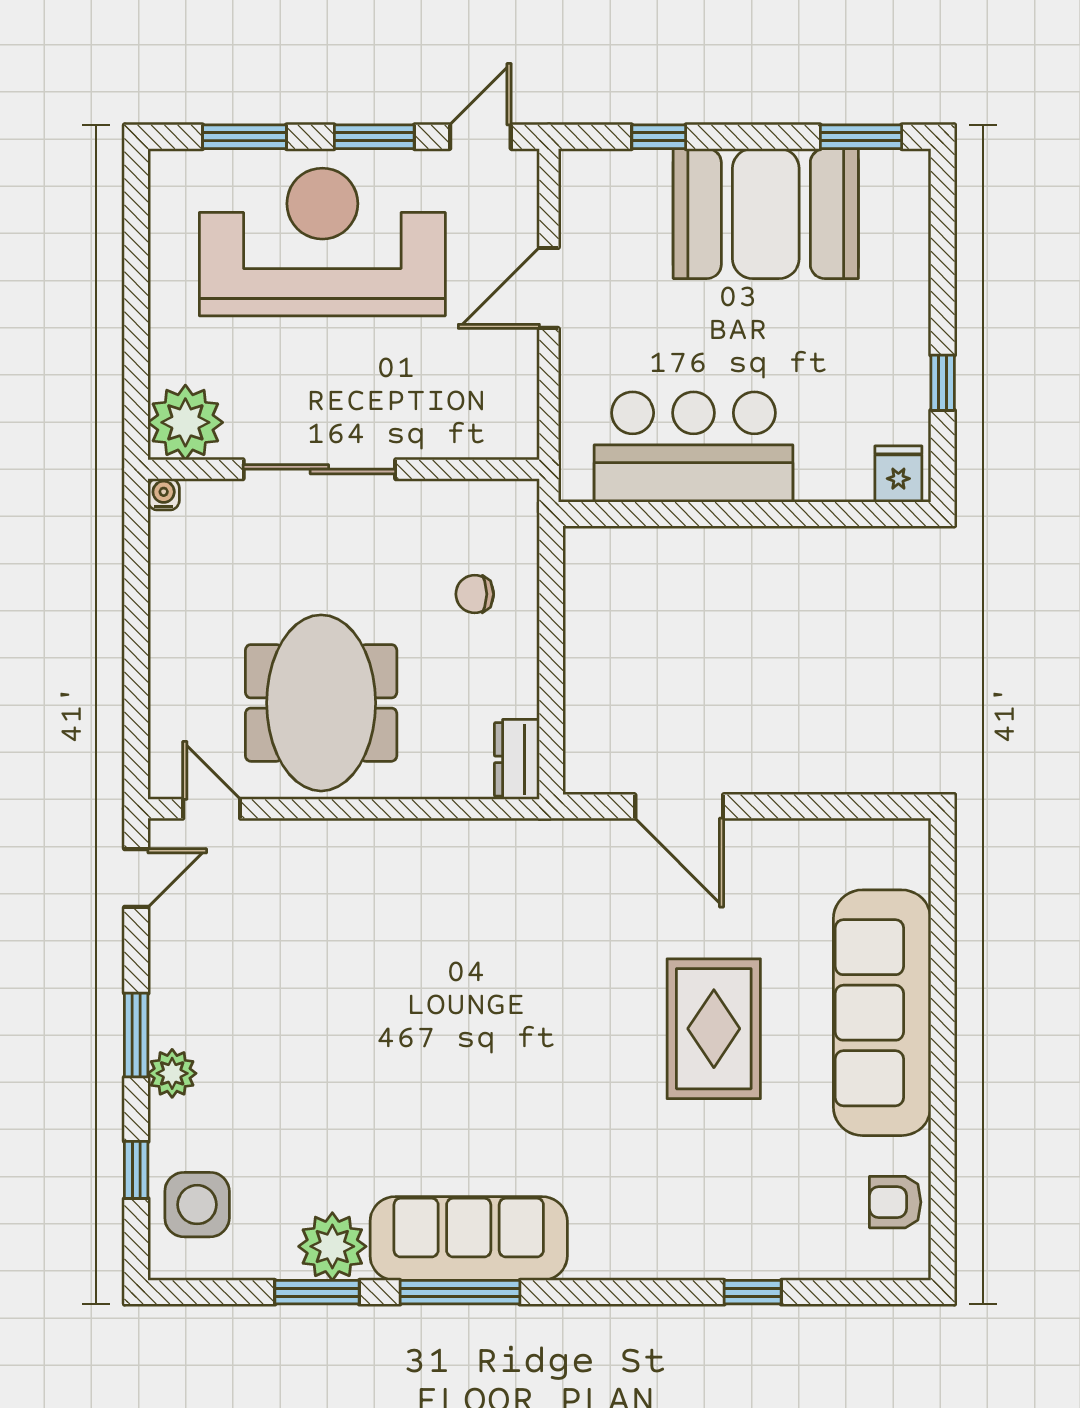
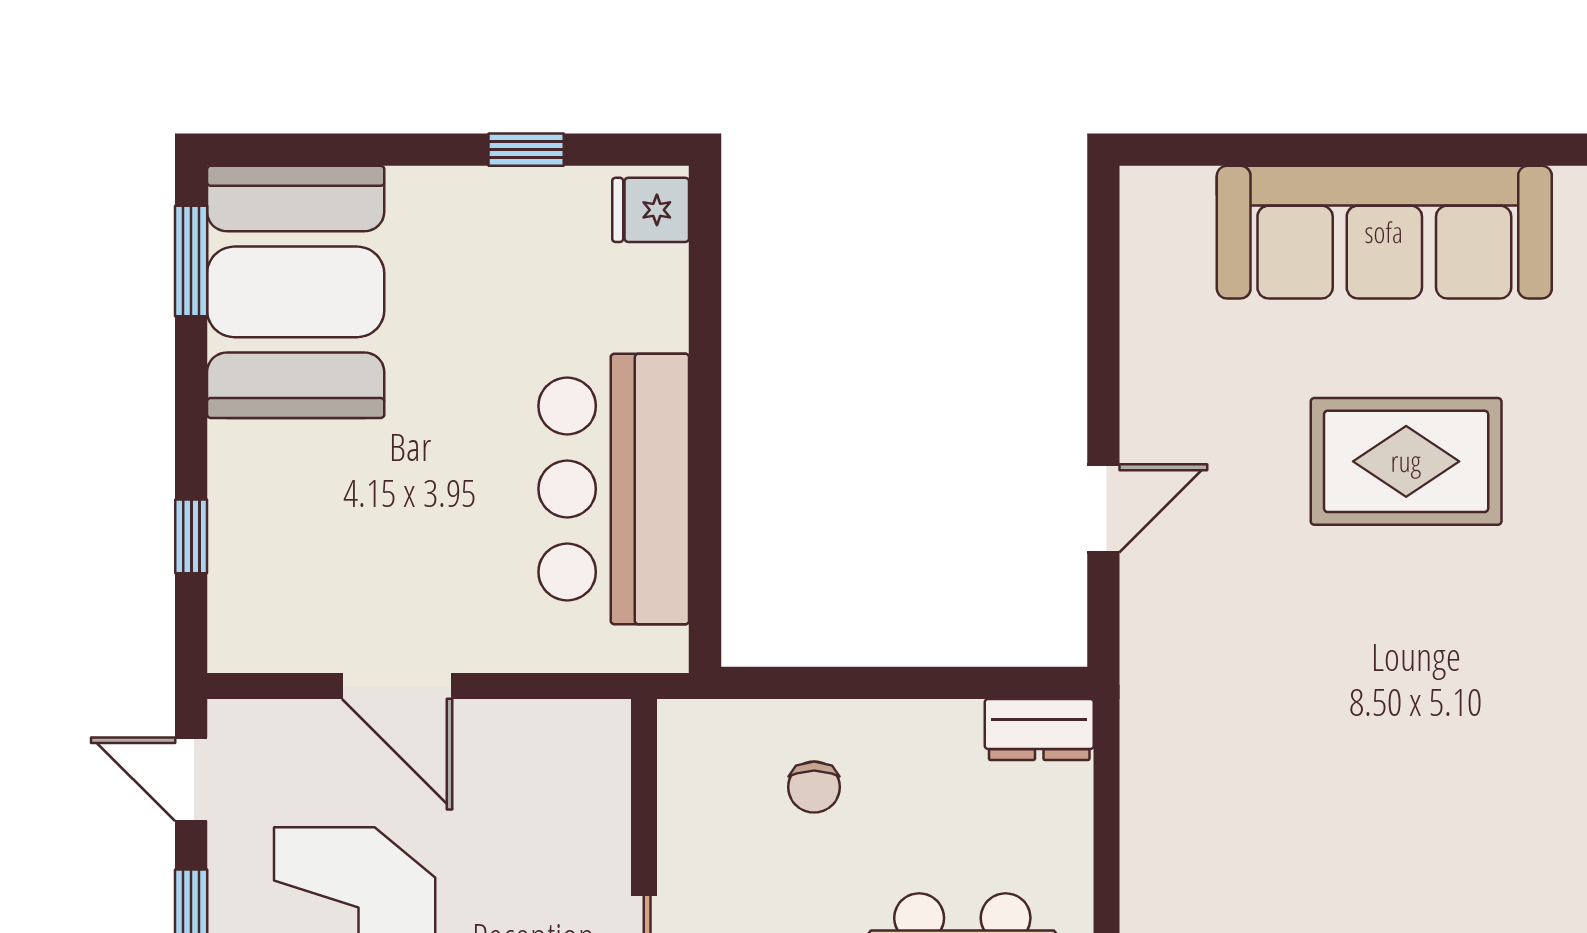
booth: (766, 214) -> (296, 292), moved
door: (679, 806) -> (1103, 508), width x0.73

